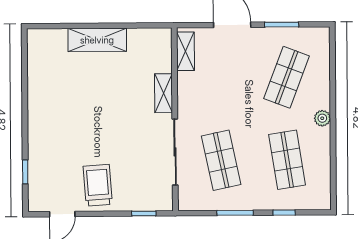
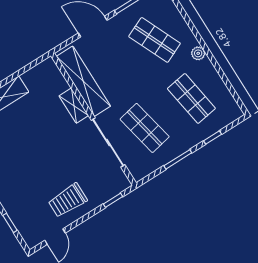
shelving: (185, 51) -> (83, 81), width x2.20, depth x1.33
shop shelf: (287, 77) -> (155, 40), turned -45
trolley: (98, 185) -> (68, 200), turned -86

